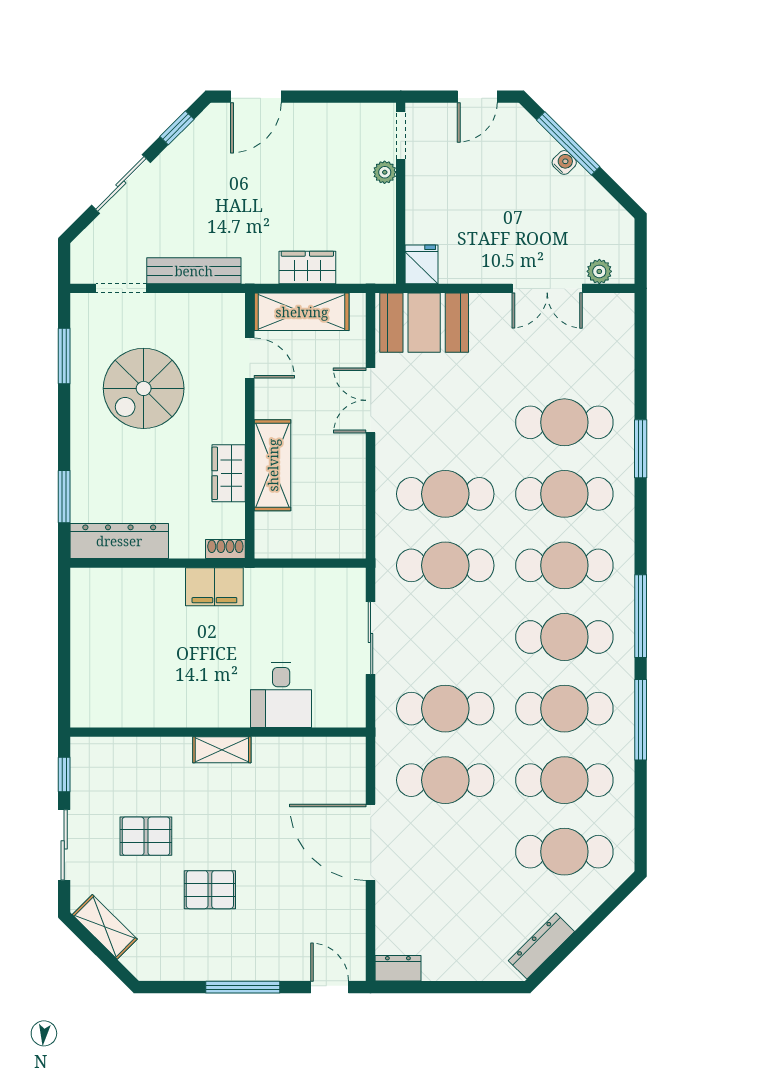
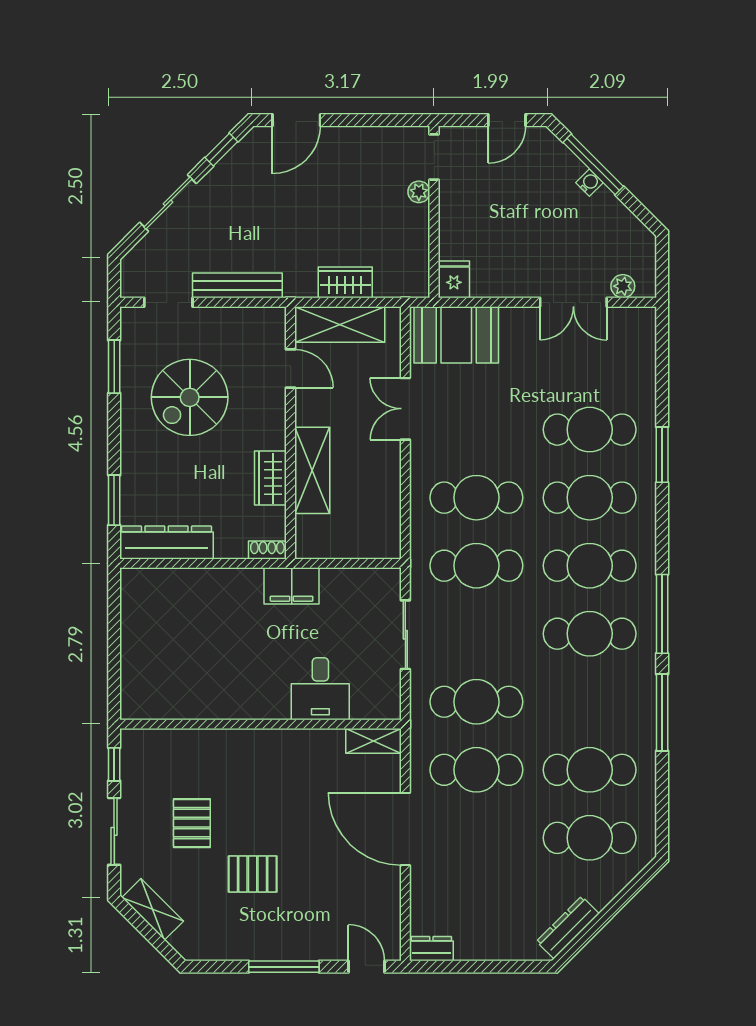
filing cabinet: (214, 587) -> (292, 586), moved
cafe table: (564, 709) -> (590, 702), removed
shelving: (222, 750) -> (373, 741), moved
pallet: (146, 836) -> (192, 823), turned 90

